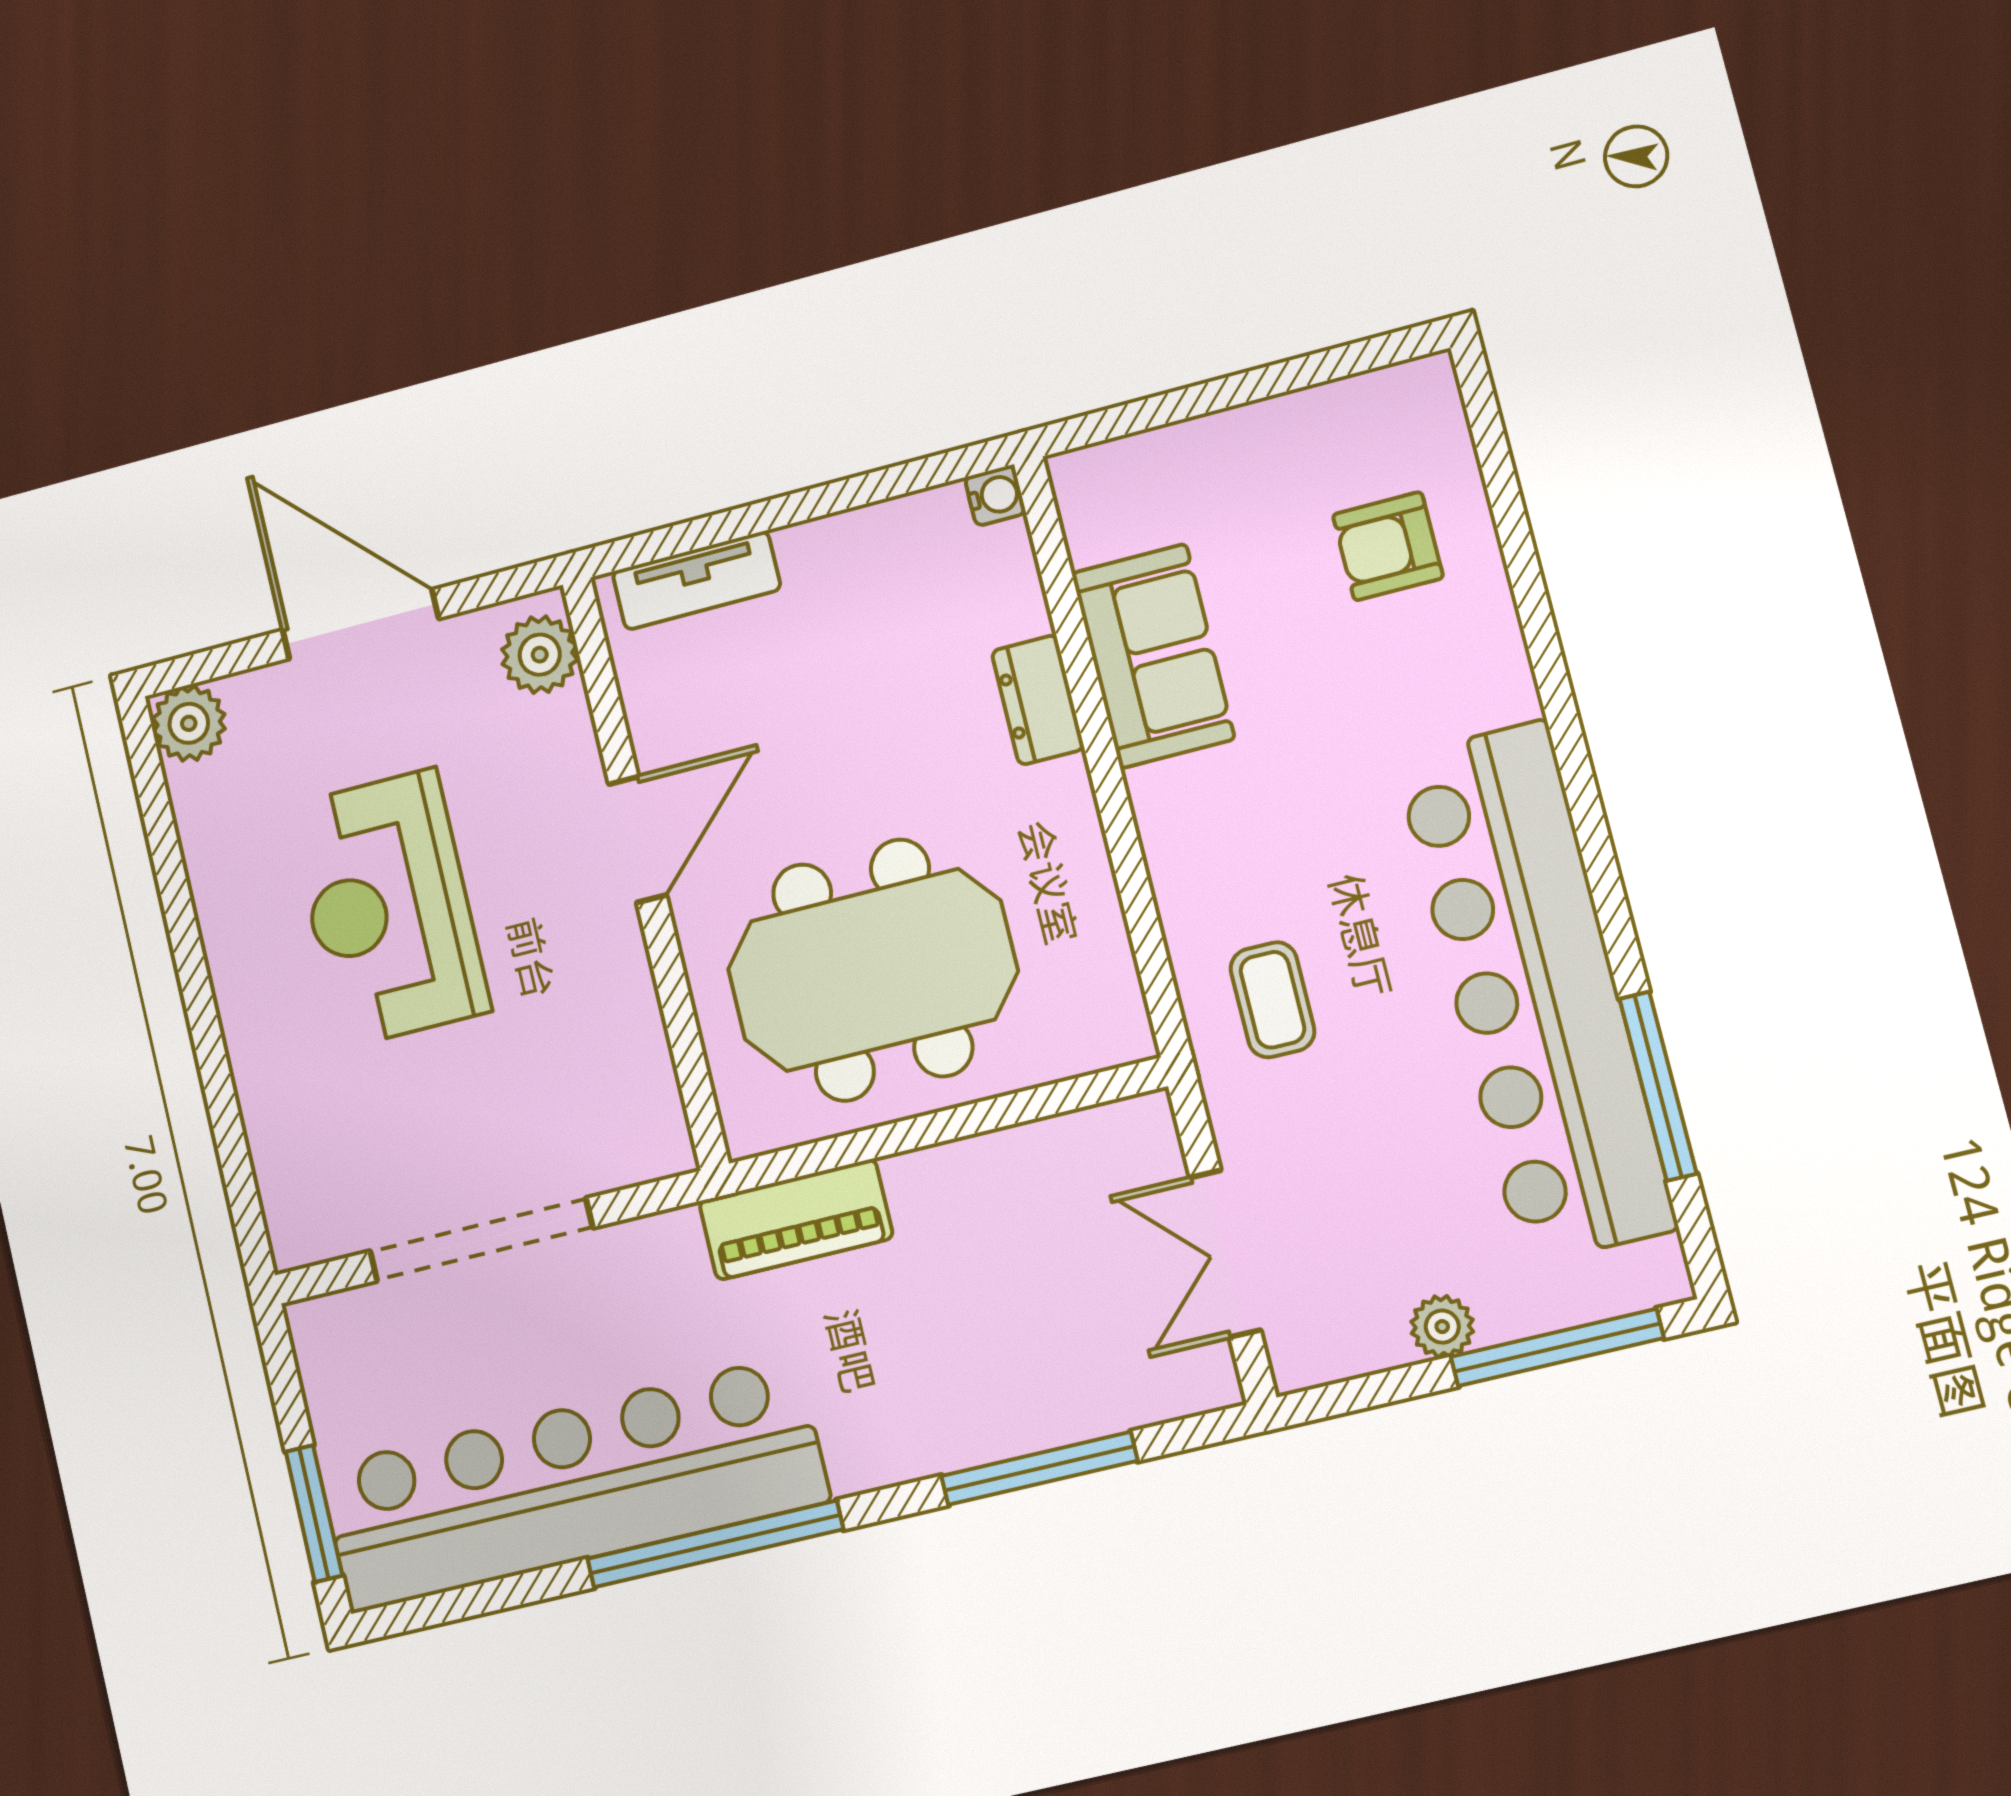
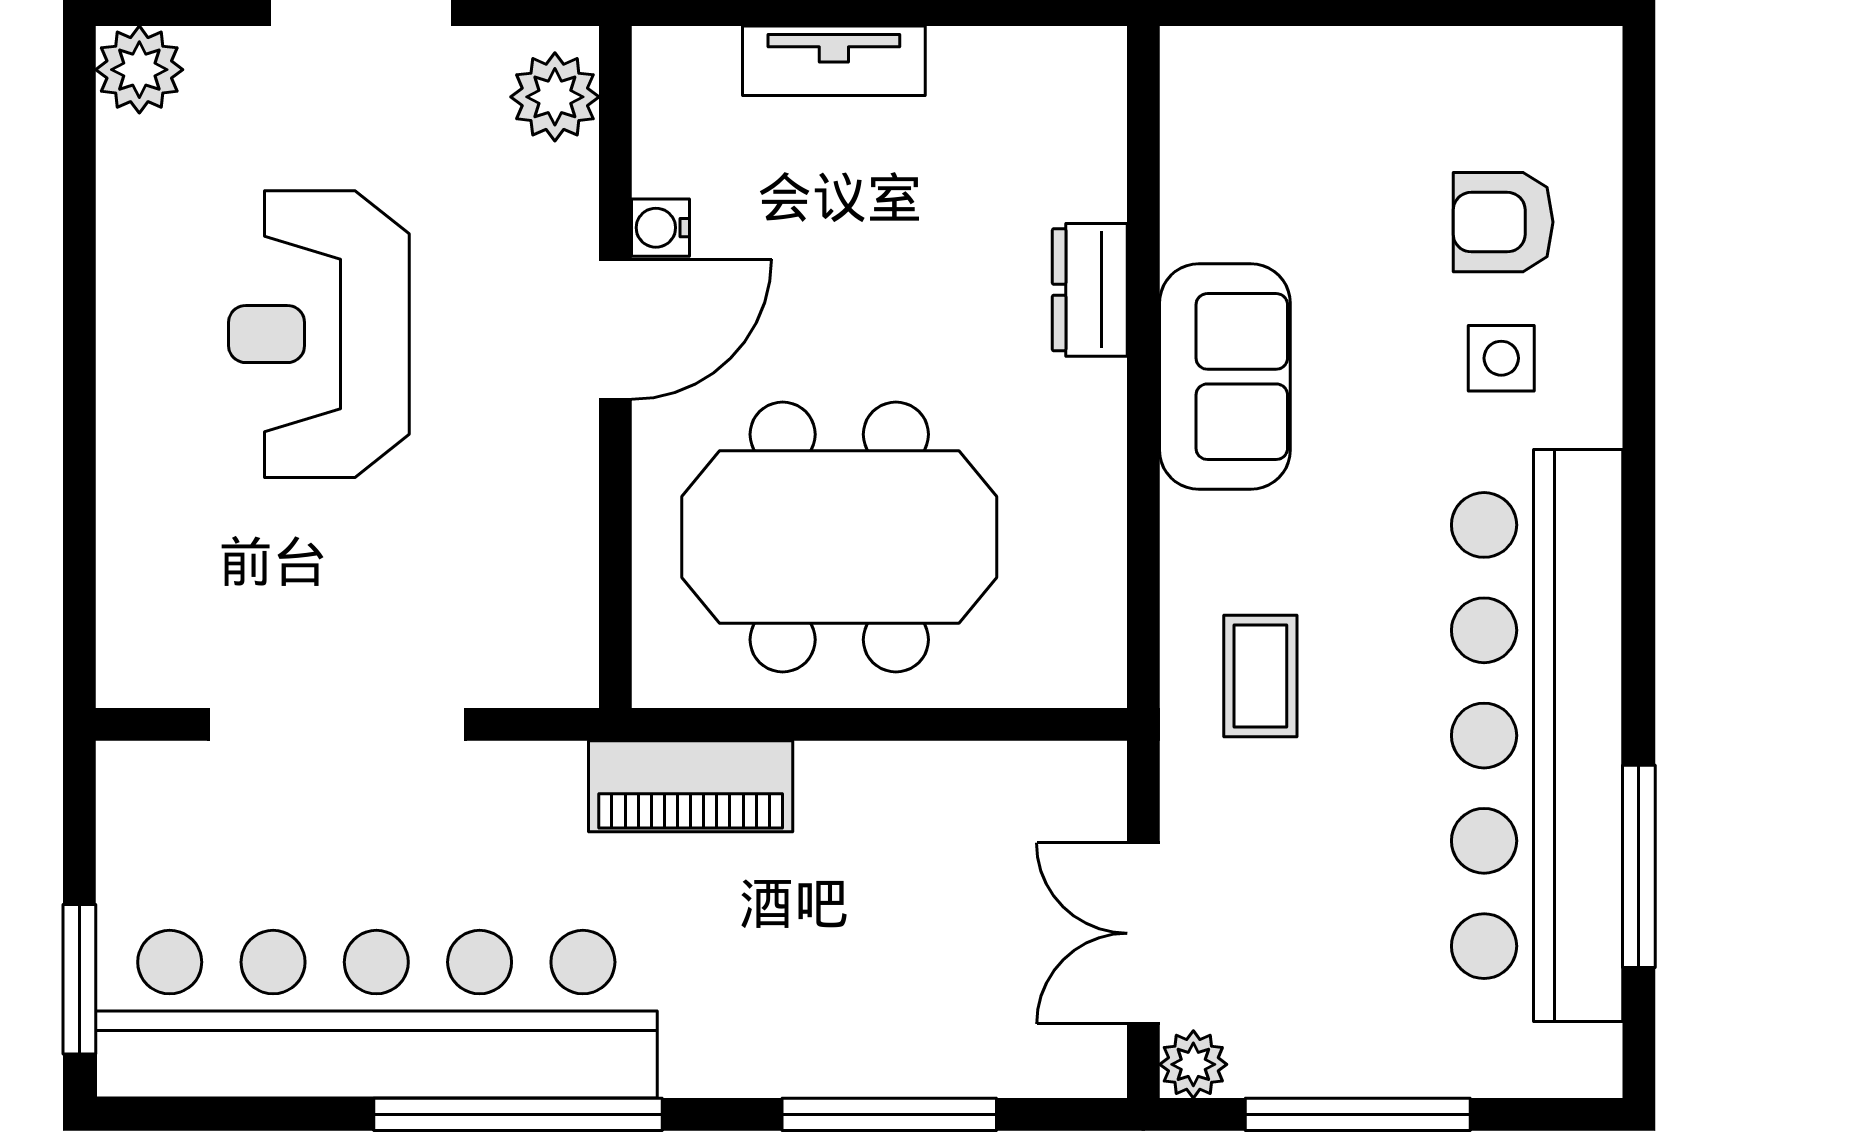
water cooler: (995, 495) -> (660, 228), moved, turned 180
tv unit: (697, 580) -> (834, 61), moved
sofa: (1153, 656) -> (1225, 377), moved
side table: (1417, 666) -> (1501, 358), added
plant: (1442, 1327) -> (1193, 1064), moved
window: (1557, 1347) -> (1358, 1114), moved

